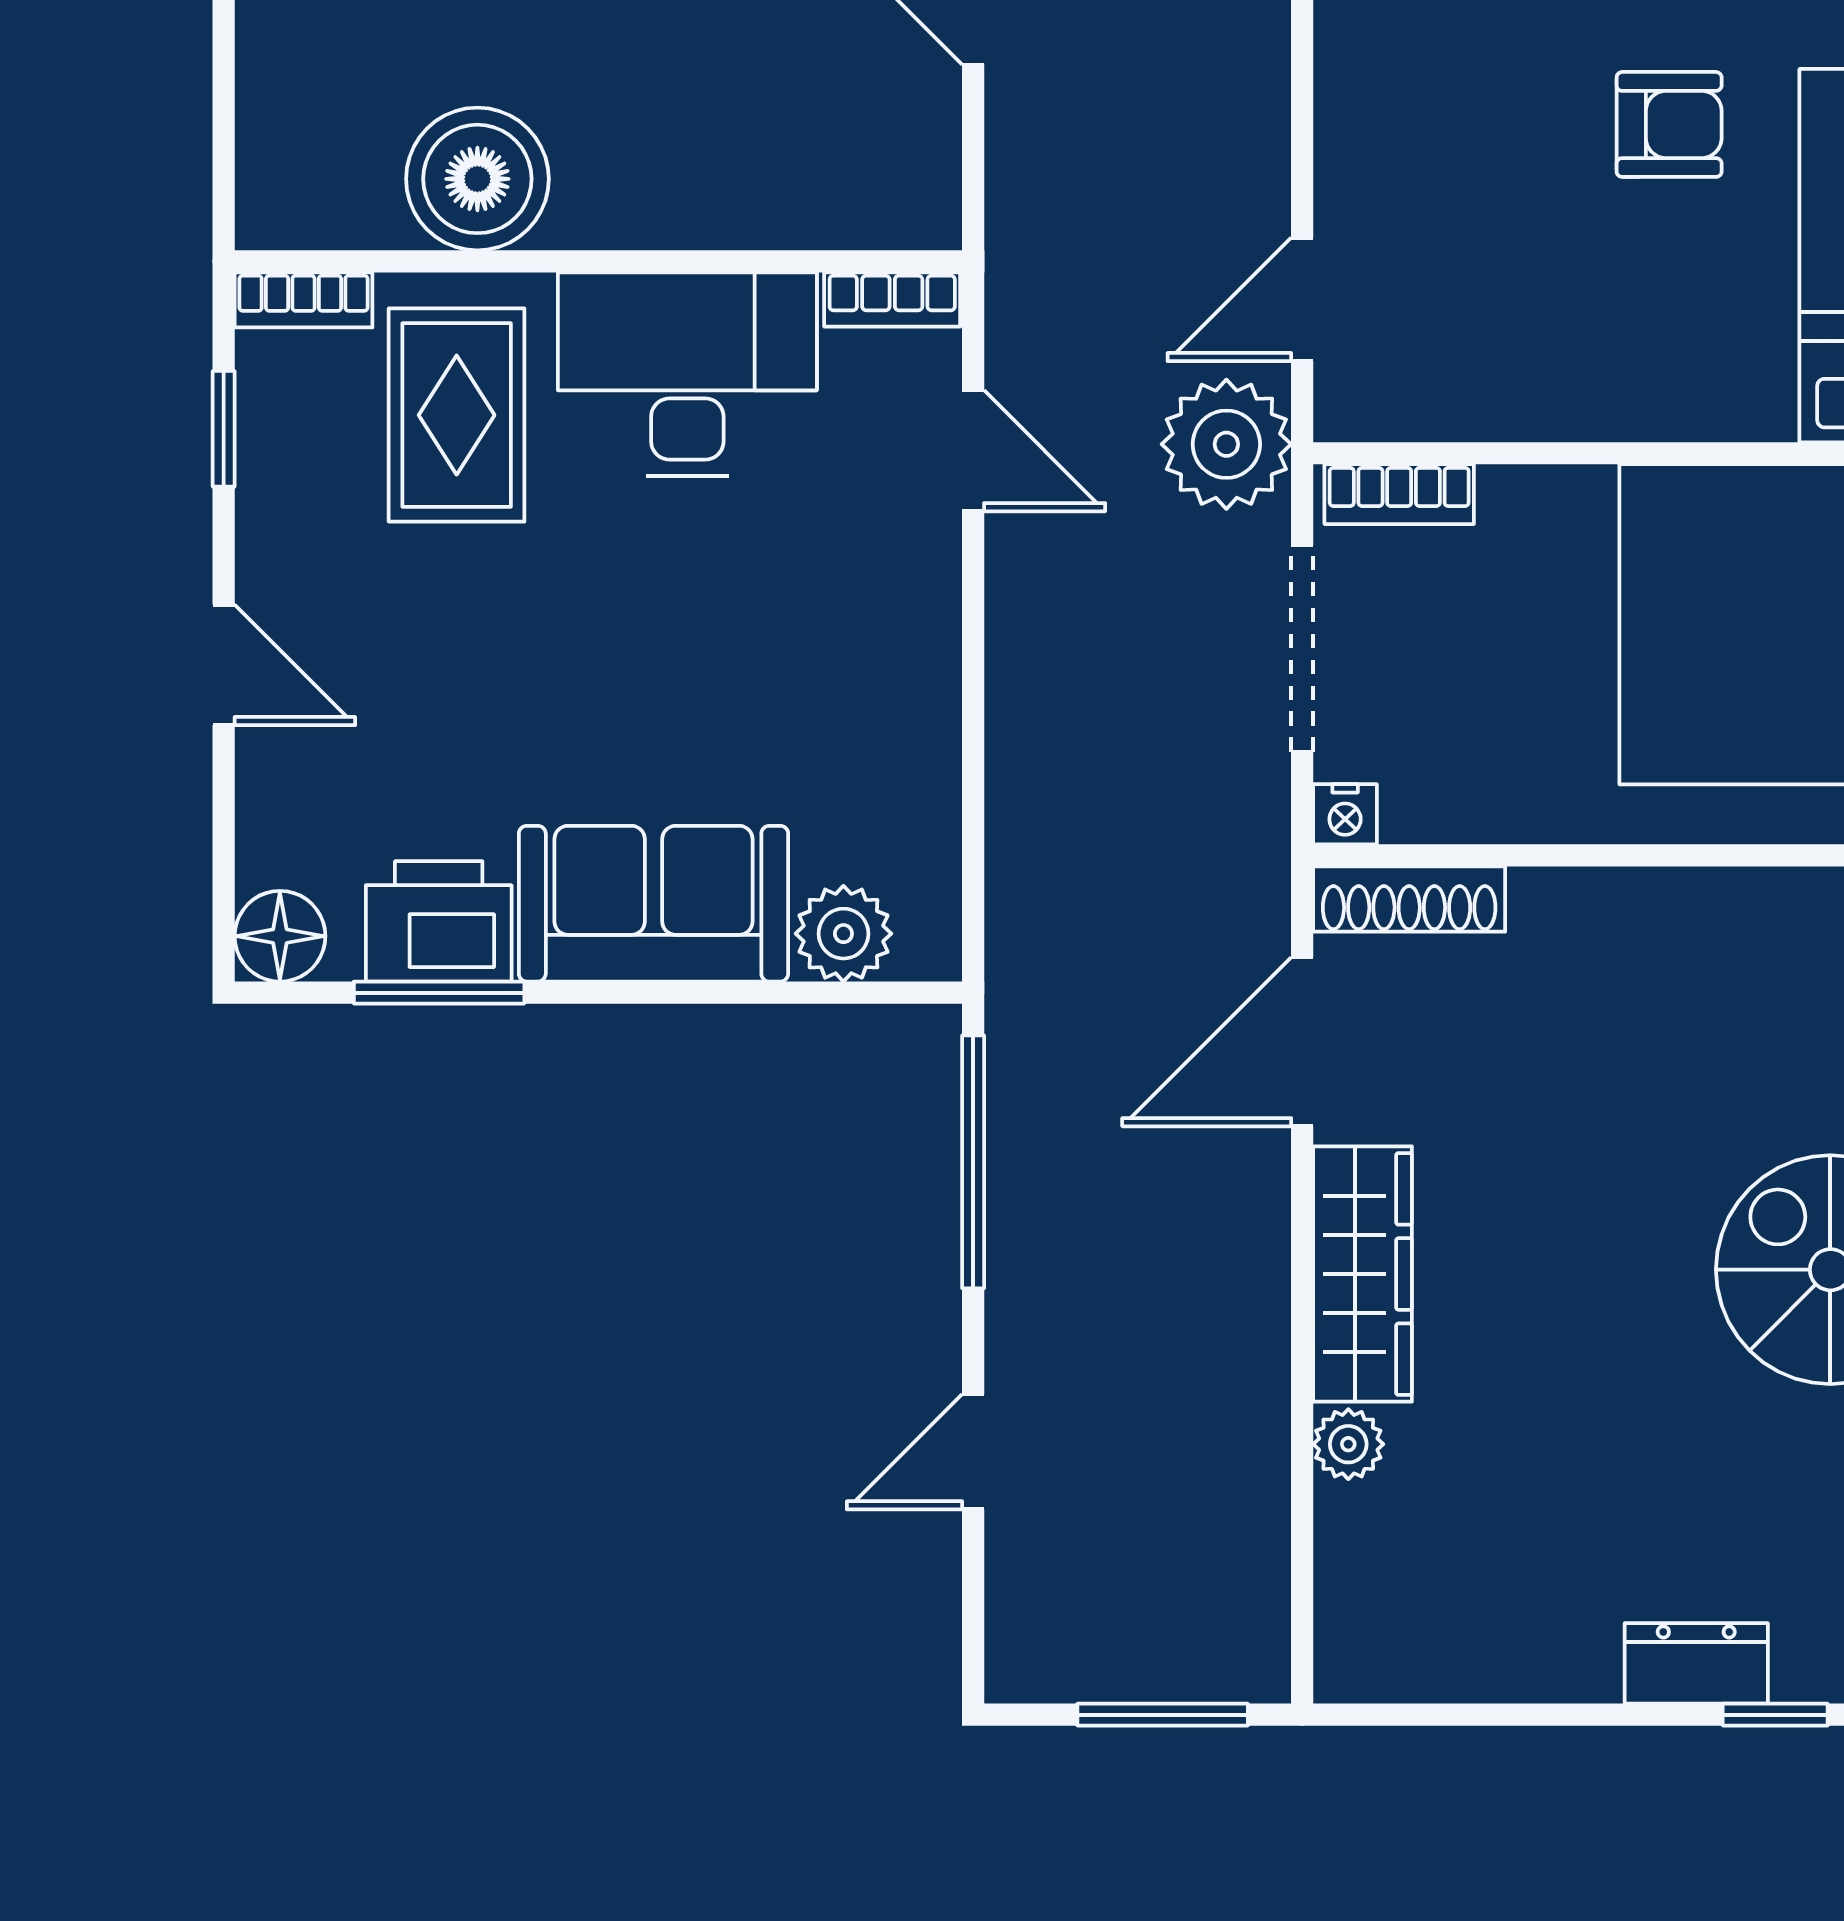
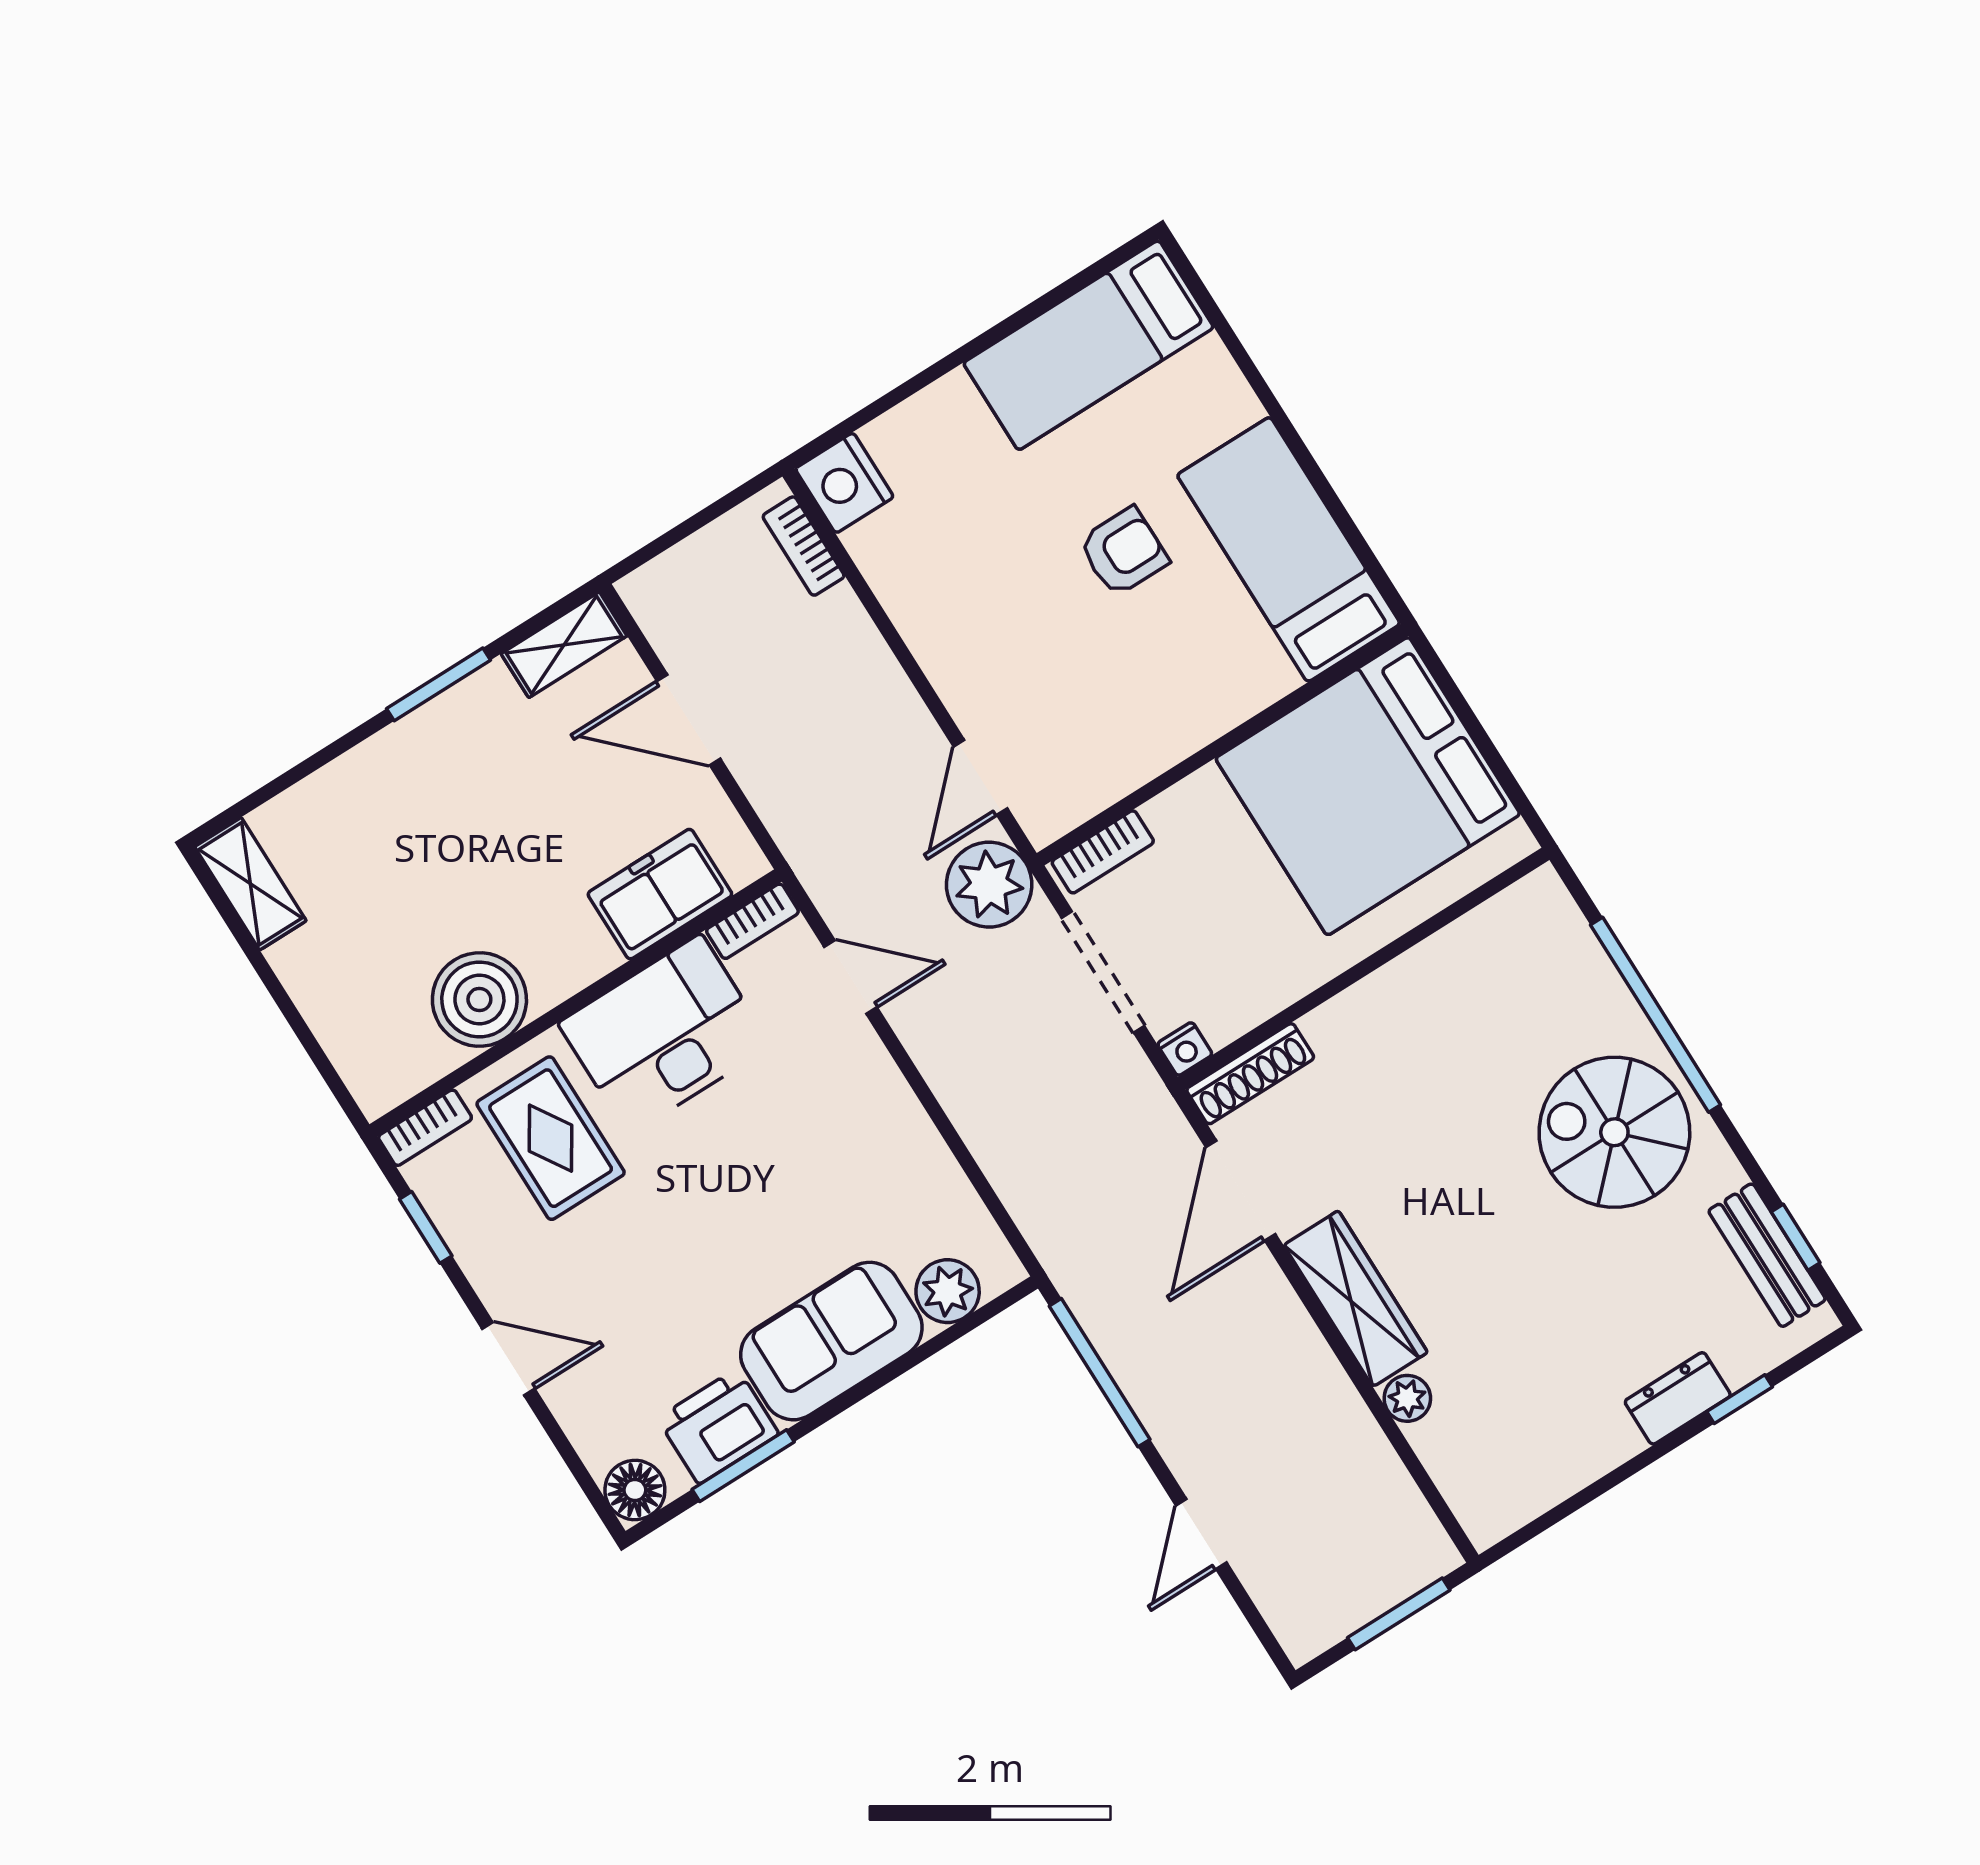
freezer: (795, 190) -> (660, 894), added

